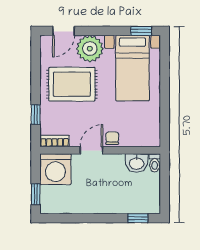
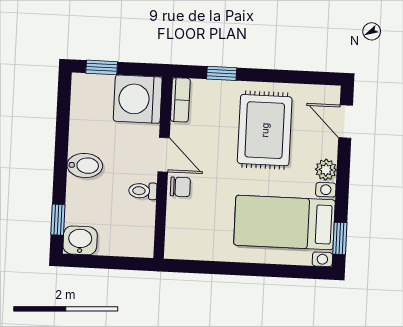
plant: (90, 49) -> (326, 170), width x0.53, depth x0.53
washbasin: (137, 163) -> (80, 240), moved, turned 90
toilet: (155, 163) -> (143, 191), moved
bidet: (101, 202) -> (85, 166), added

